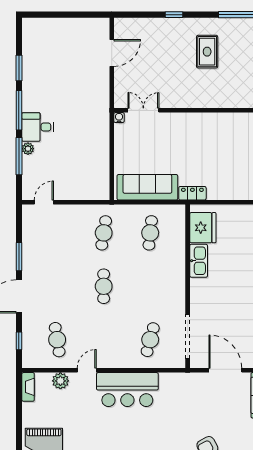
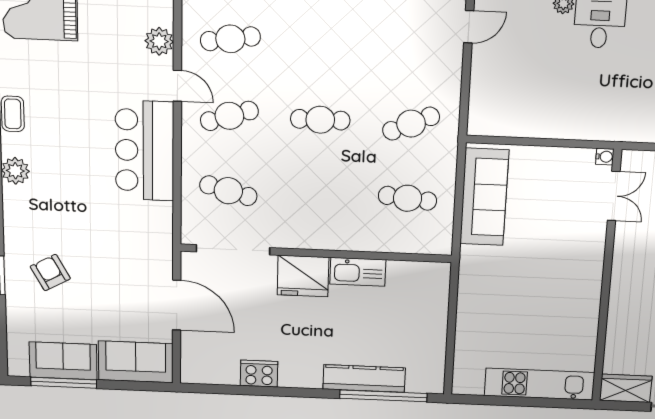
locker: (192, 193) -> (470, 267), removed
door: (44, 202) -> (469, 27), hinge flipped
fridge: (203, 228) -> (303, 276), moved
cafe table: (104, 233) -> (411, 124), turned -33
cafe table: (104, 340) -> (229, 116), added
door: (225, 370) -> (177, 305), hinge flipped

